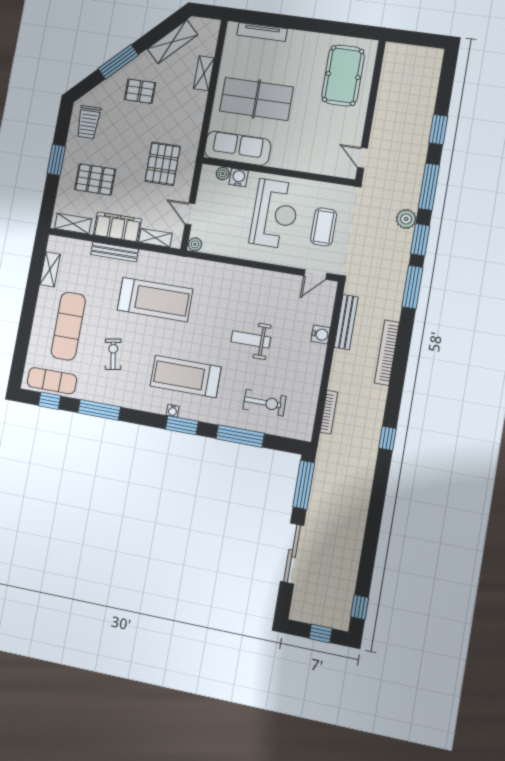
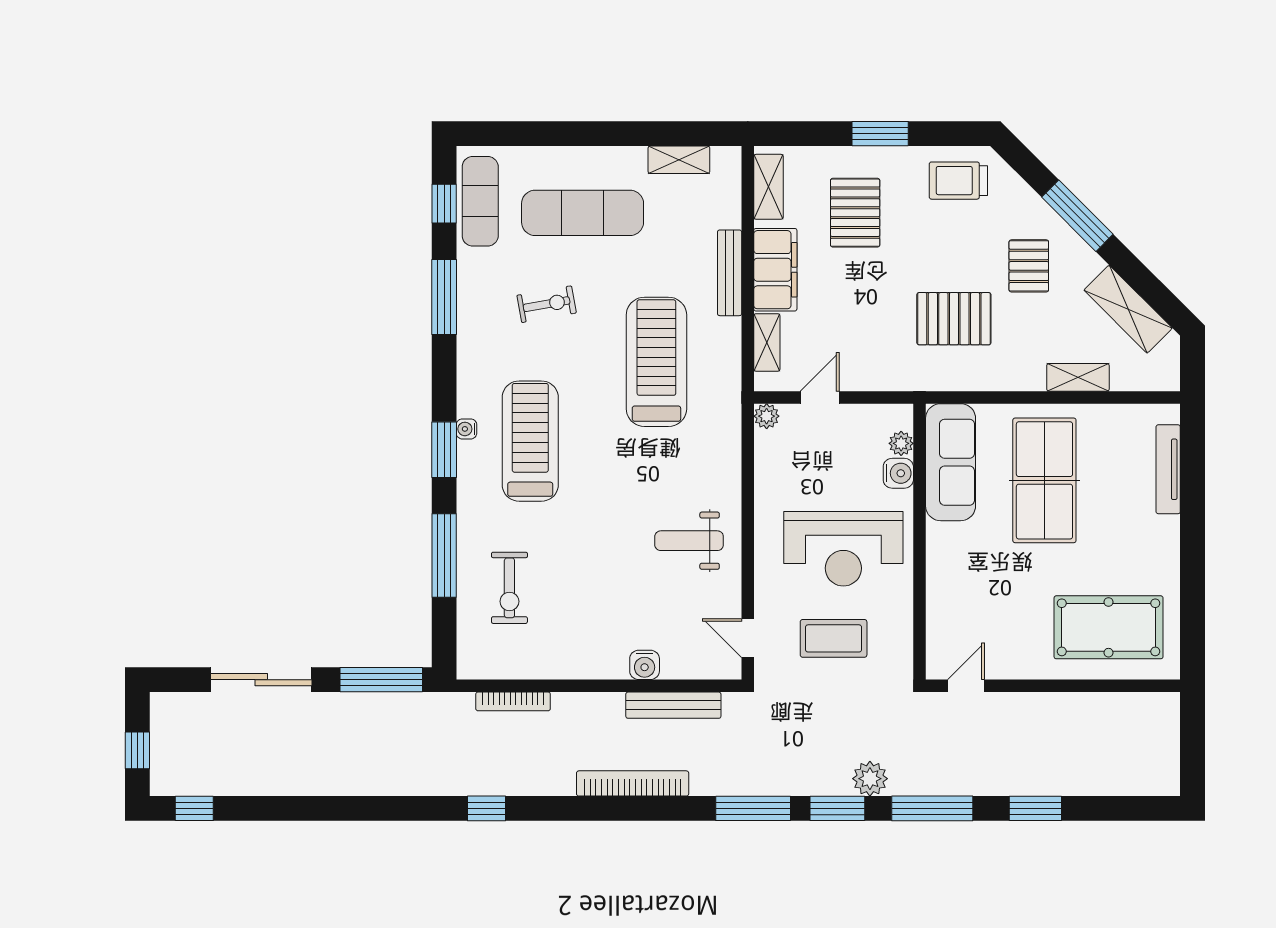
pallet: (163, 164) -> (954, 319), moved
treadmill: (155, 300) -> (656, 362), turned 180
weight bench: (251, 339) -> (689, 541), moved, turned -90

